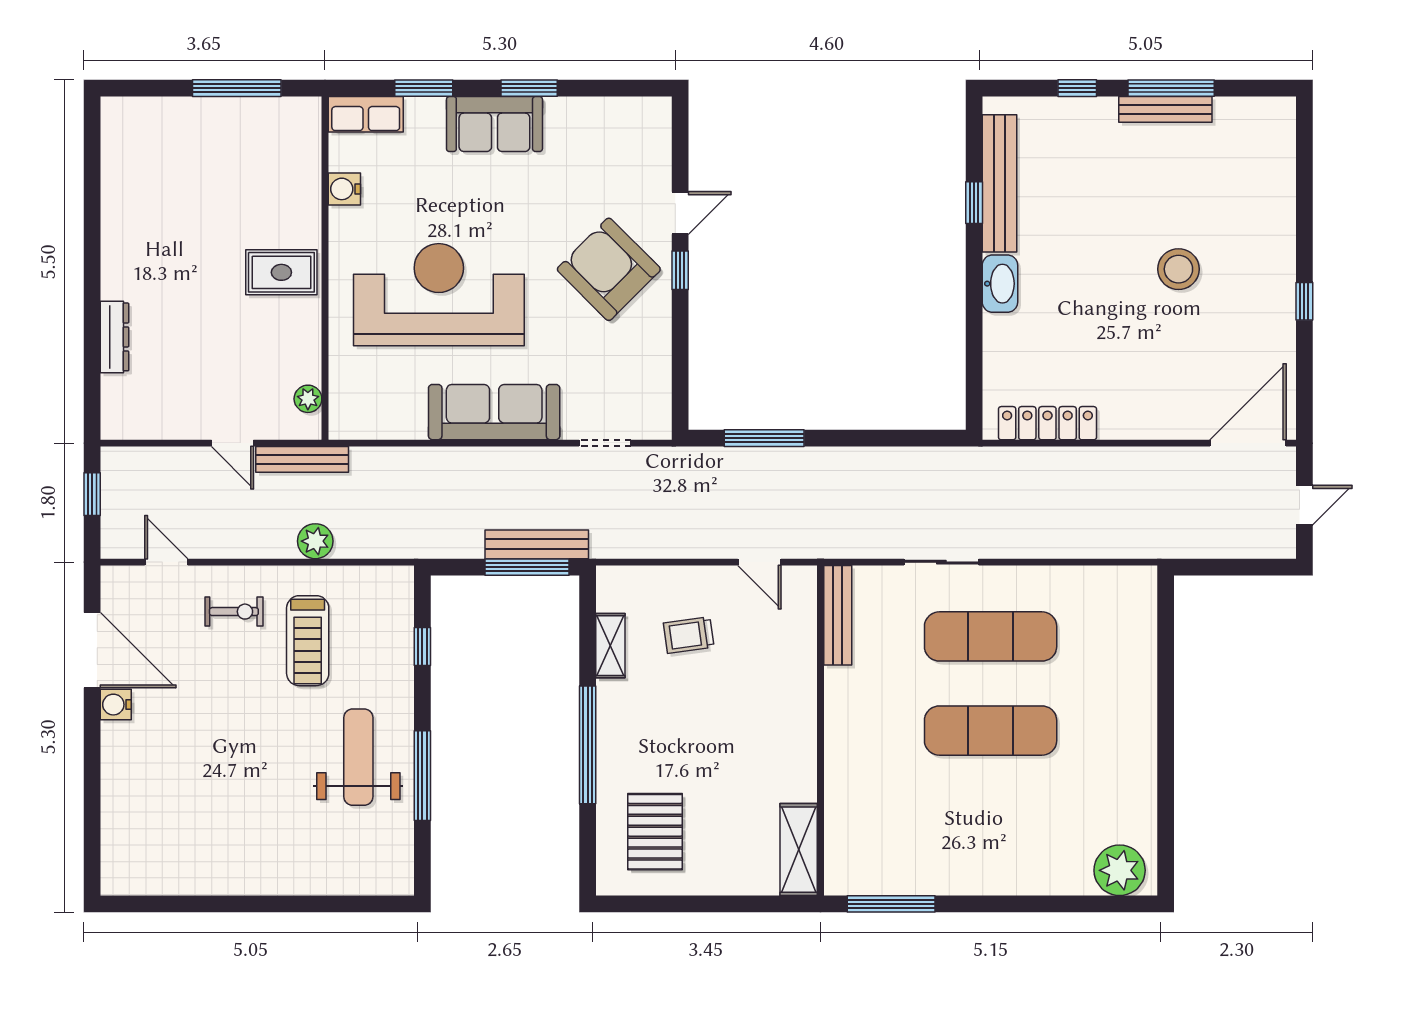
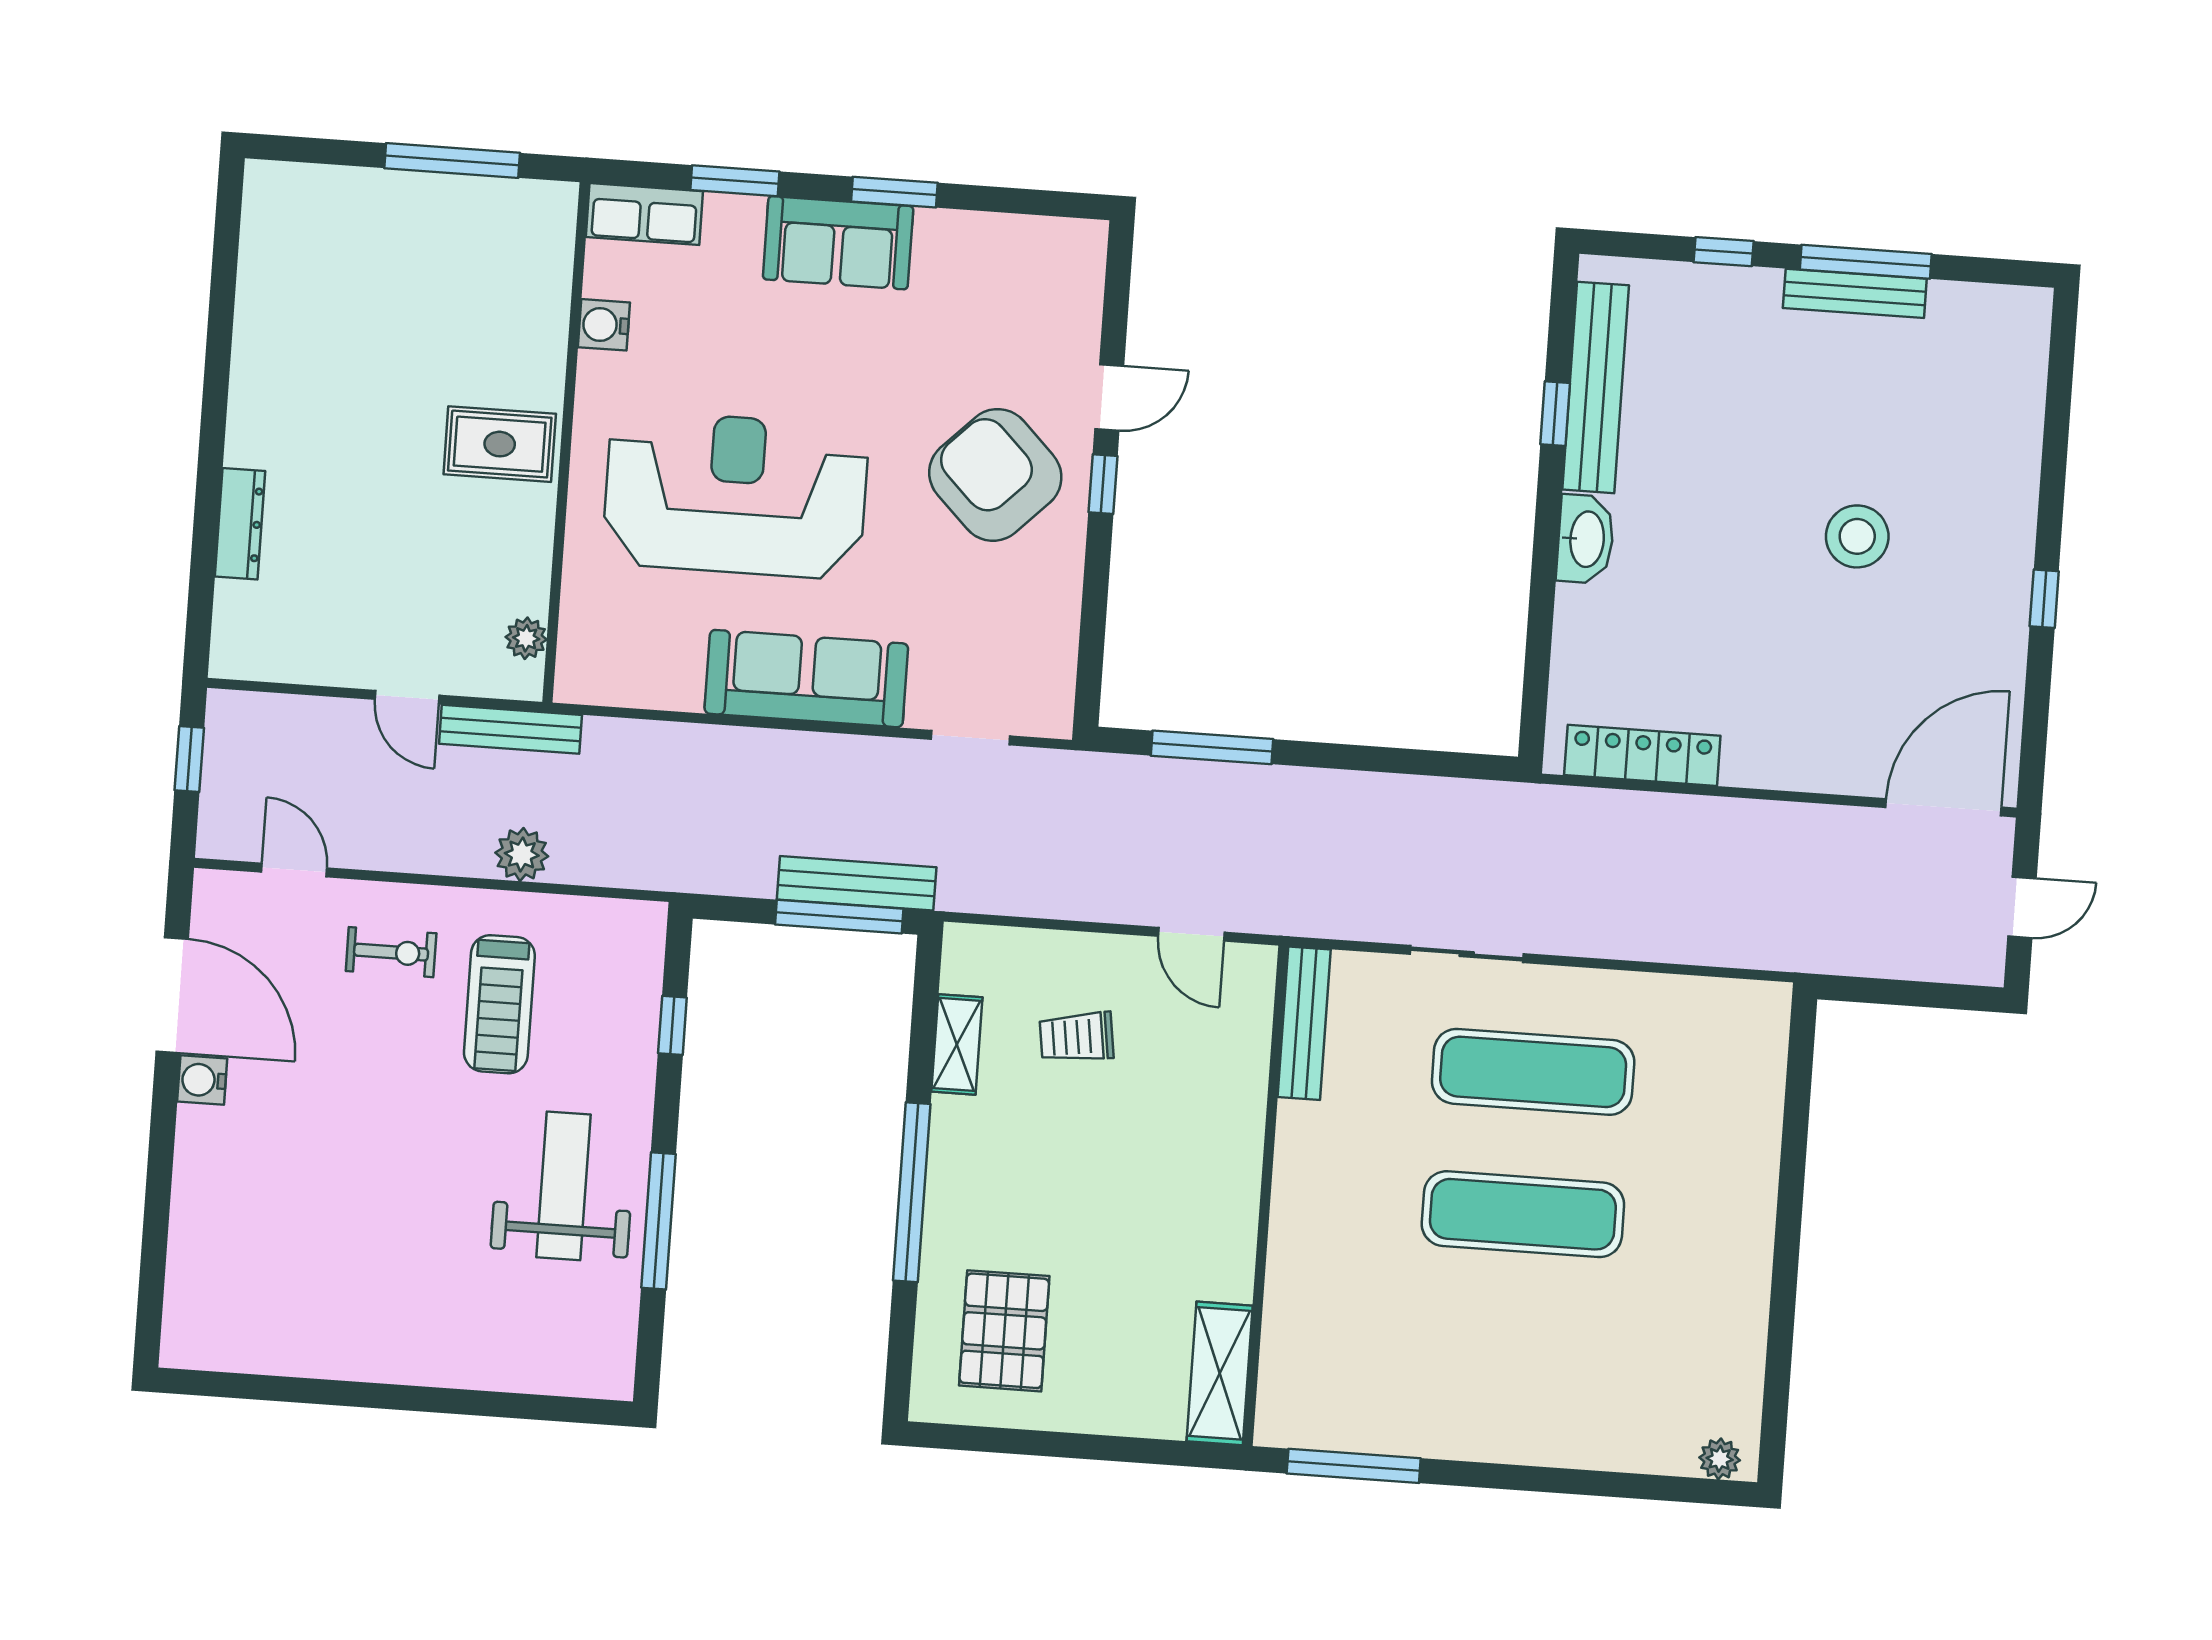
plant: (1120, 870) -> (1720, 1459), width x0.53, depth x0.53

